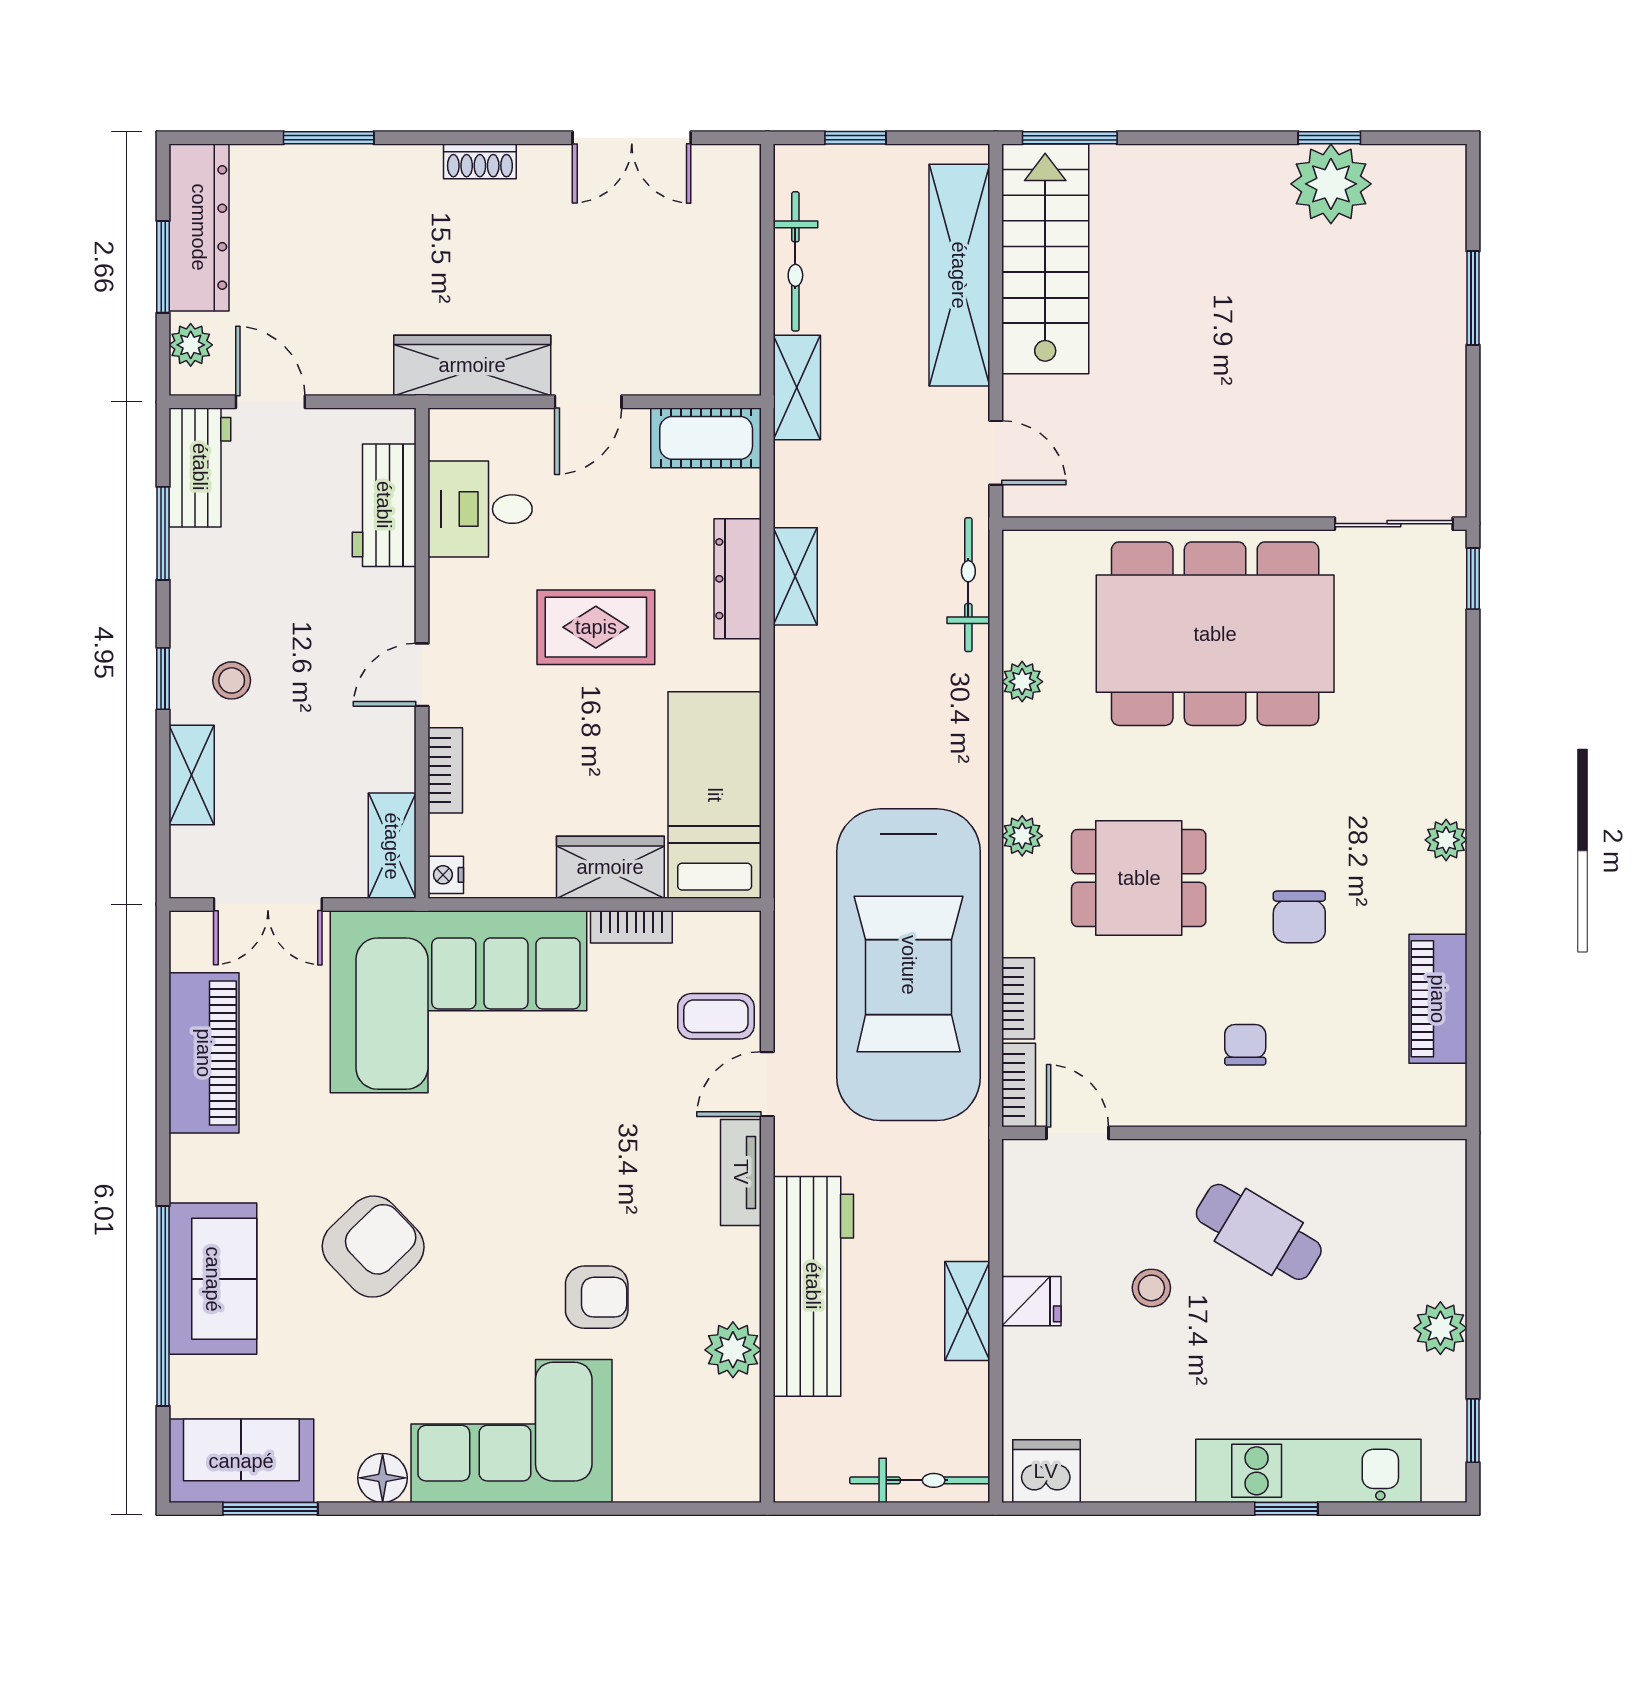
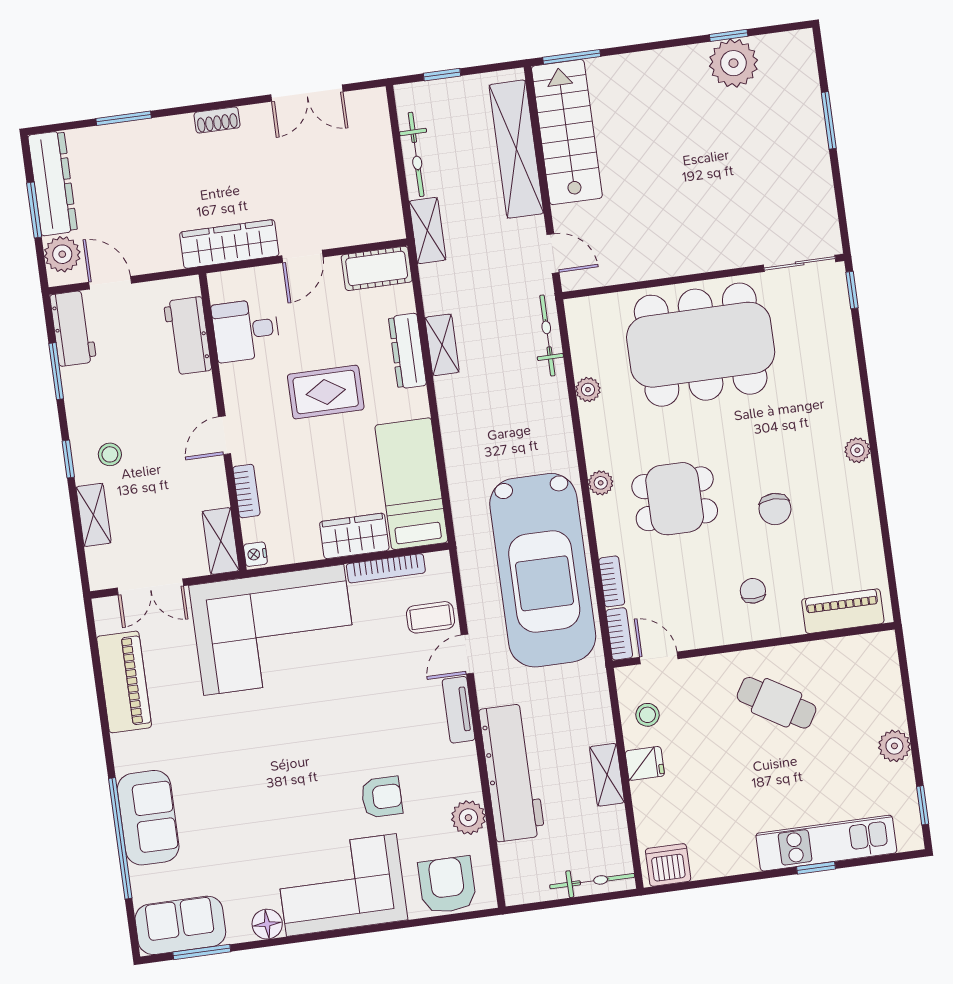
plant: (191, 345) -> (62, 254), width x1.38, depth x1.38
bookcase: (631, 927) -> (386, 568), width x1.56
piano: (1438, 999) -> (843, 611), moved, turned 90
armchair: (373, 1247) -> (447, 885), moved, turned -46
stool: (1151, 1288) -> (647, 715), moved

